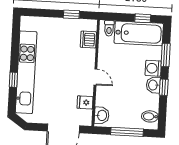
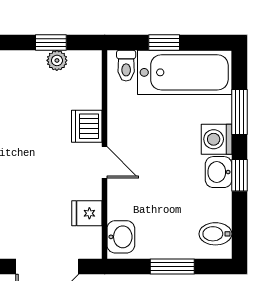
window: (143, 18) -> (164, 43), moved
plant: (74, 24) -> (57, 60), added
dishwasher: (88, 40) -> (87, 126), moved
window: (127, 132) -> (172, 266), width x0.69

